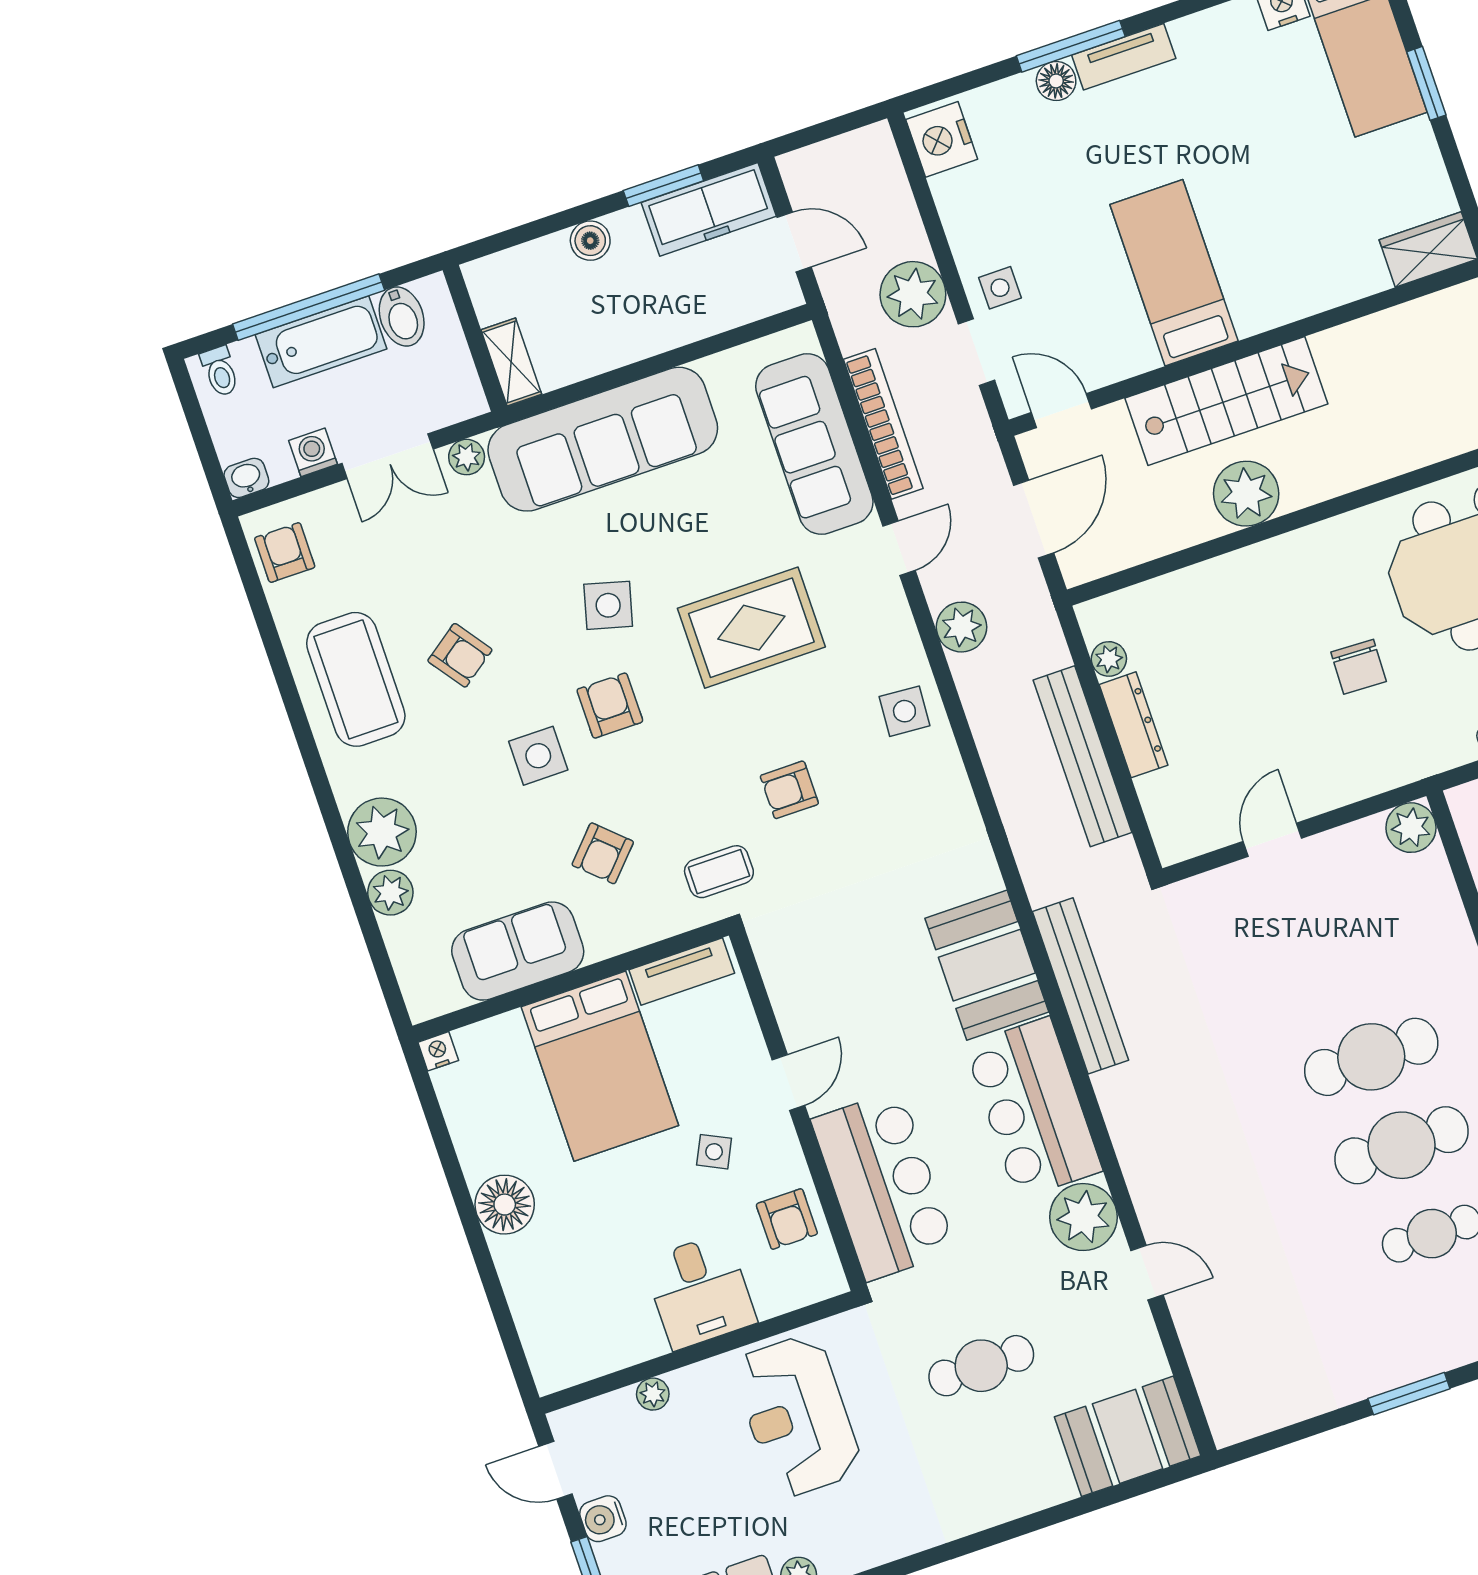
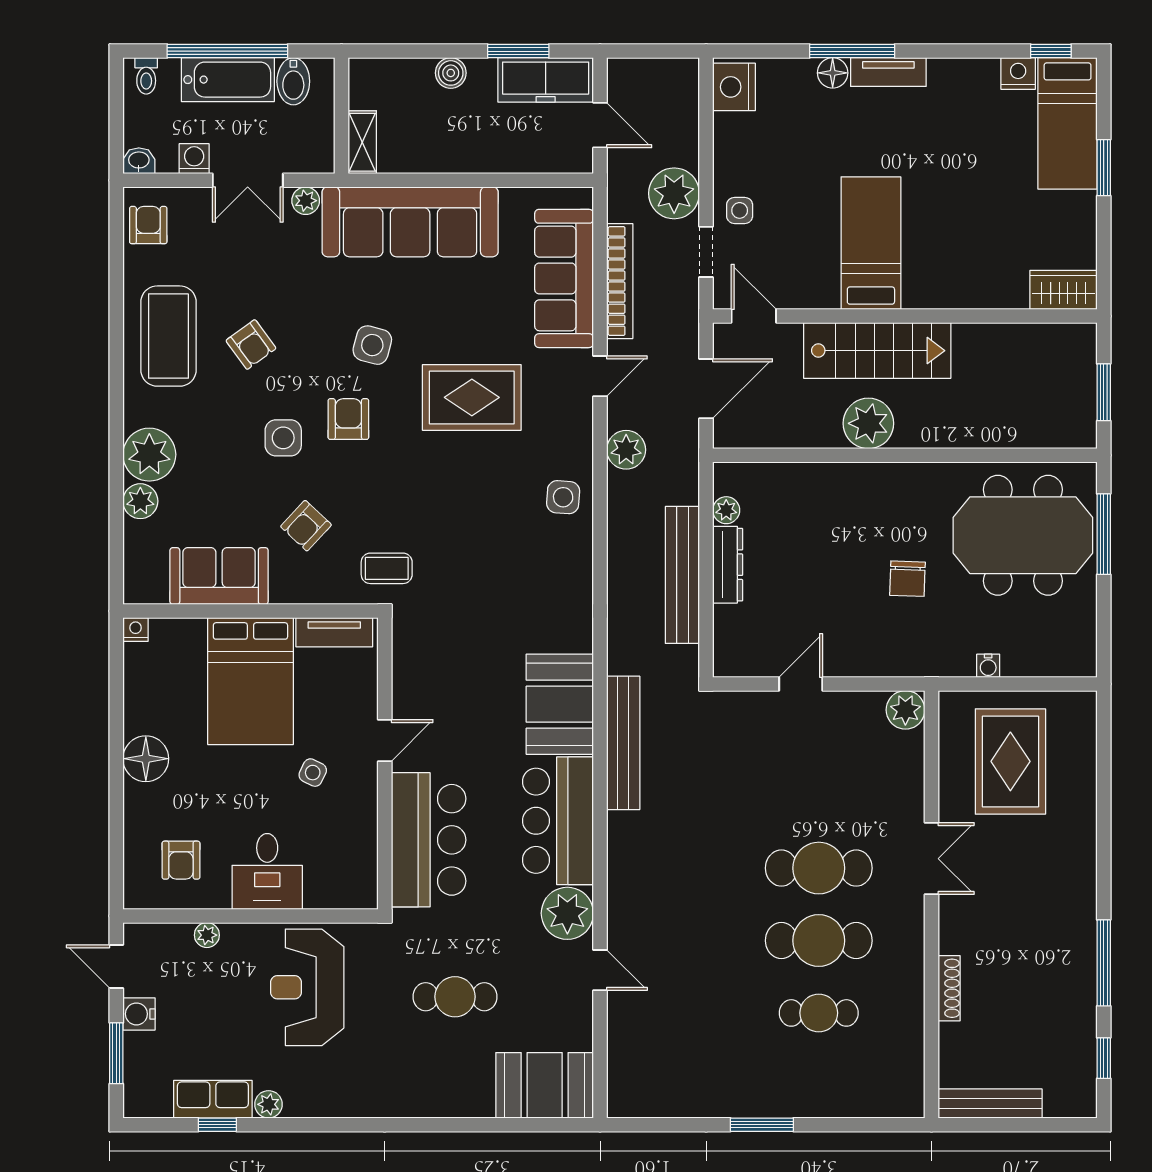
armchair: (789, 790) -> (459, 526), removed
armchair: (787, 1219) -> (181, 860), moved

